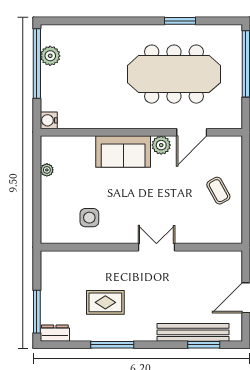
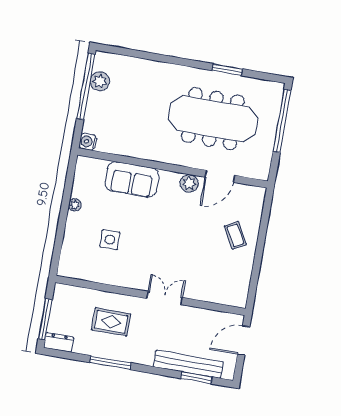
sofa: (123, 152) -> (132, 179), moved
plant: (47, 170) -> (75, 205), moved
wall: (141, 247) -> (150, 296), moved
double door: (156, 247) -> (165, 298), moved

